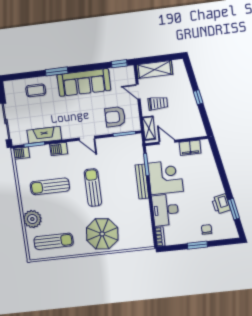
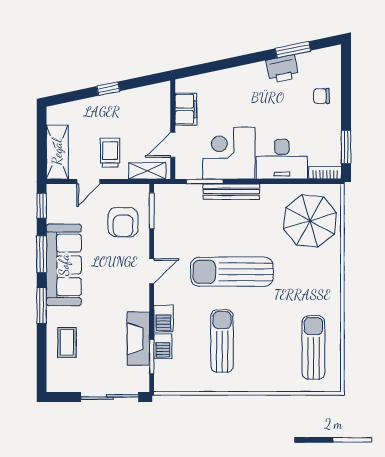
window: (89, 67) -> (42, 254), added
barbecue: (21, 153) -> (163, 346), moved
sun lounger: (50, 186) -> (222, 341), turned 180
sun lounger: (93, 188) -> (232, 272), width x1.36, depth x1.34
plant: (32, 219) -> (272, 377), removed
parasol: (102, 234) -> (310, 221), moved
window: (197, 245) -> (346, 147), moved

